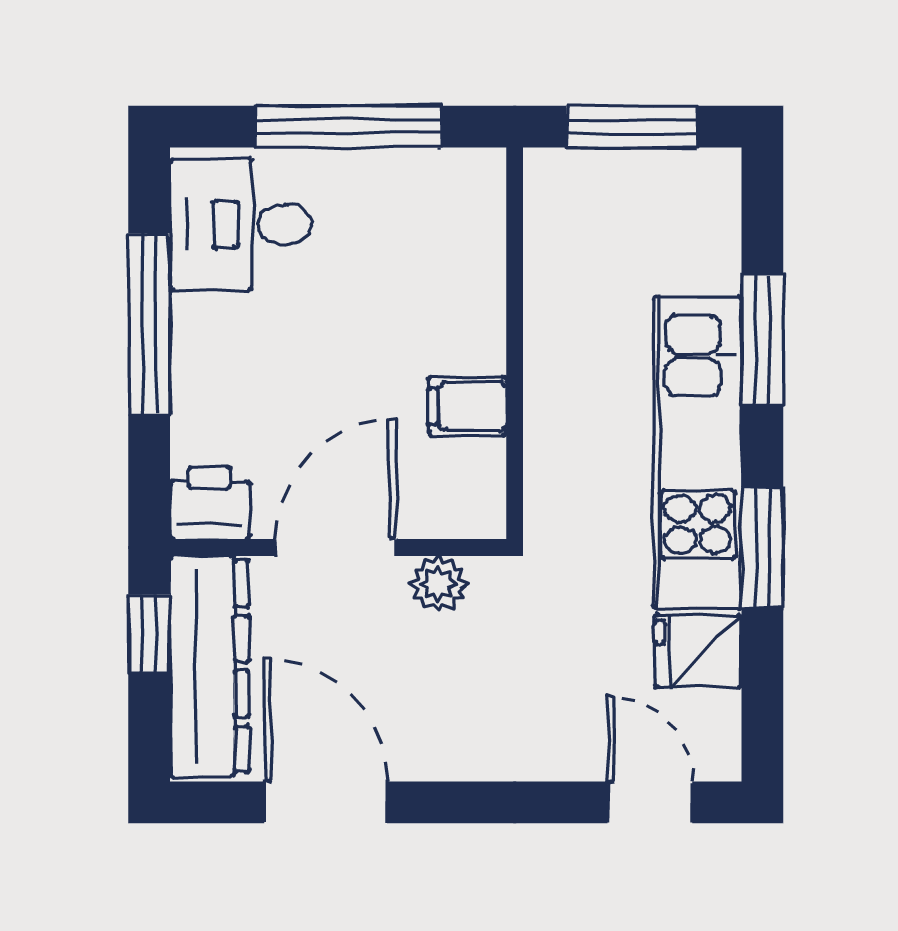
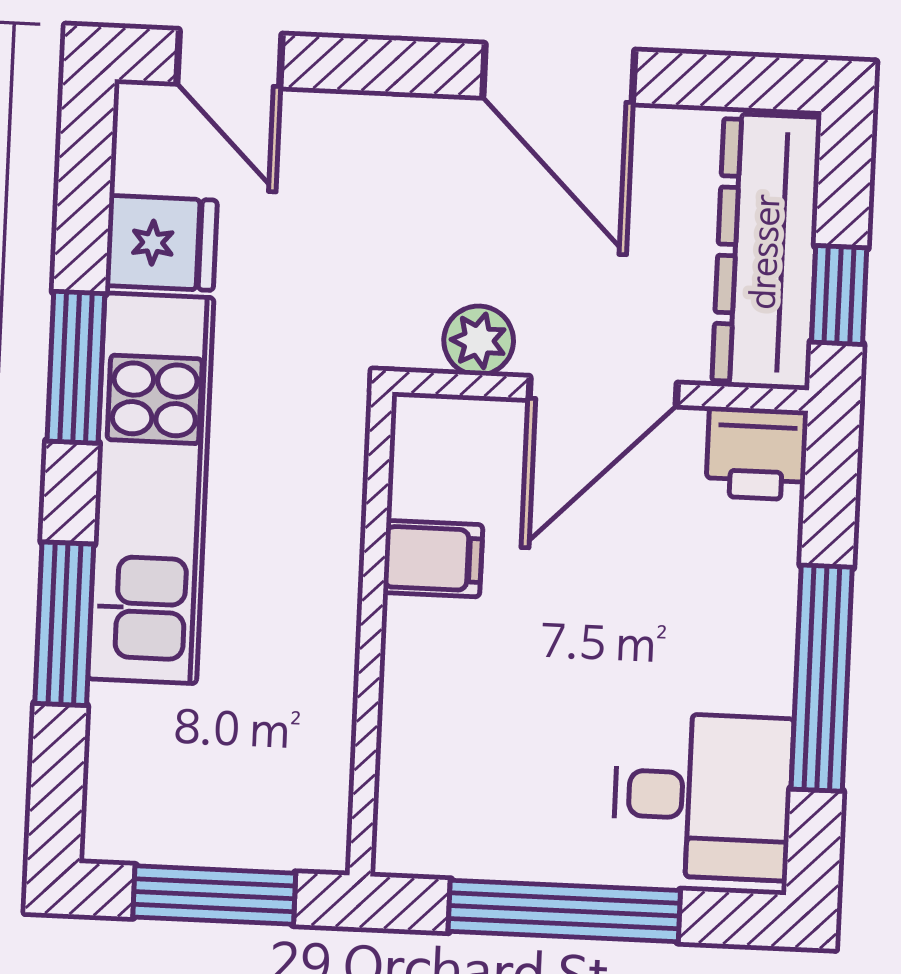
door: (326, 802) -> (559, 74), moved

